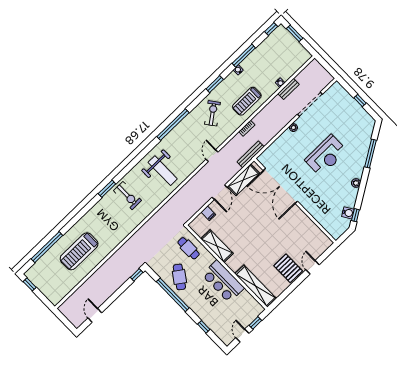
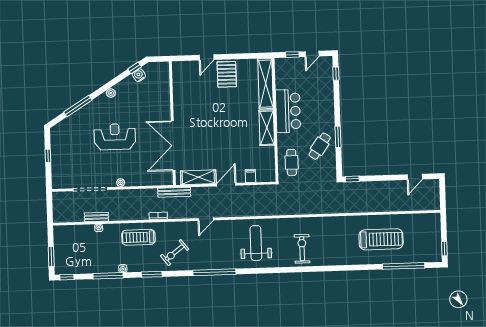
treadmill: (247, 101) -> (139, 237), turned 180
double door: (280, 186) -> (173, 146), swing flipped
window: (107, 189) -> (313, 269), removed
shelving: (217, 246) -> (267, 128), moved
window: (173, 295) -> (338, 137), width x0.47
window: (204, 327) -> (336, 74), moved

